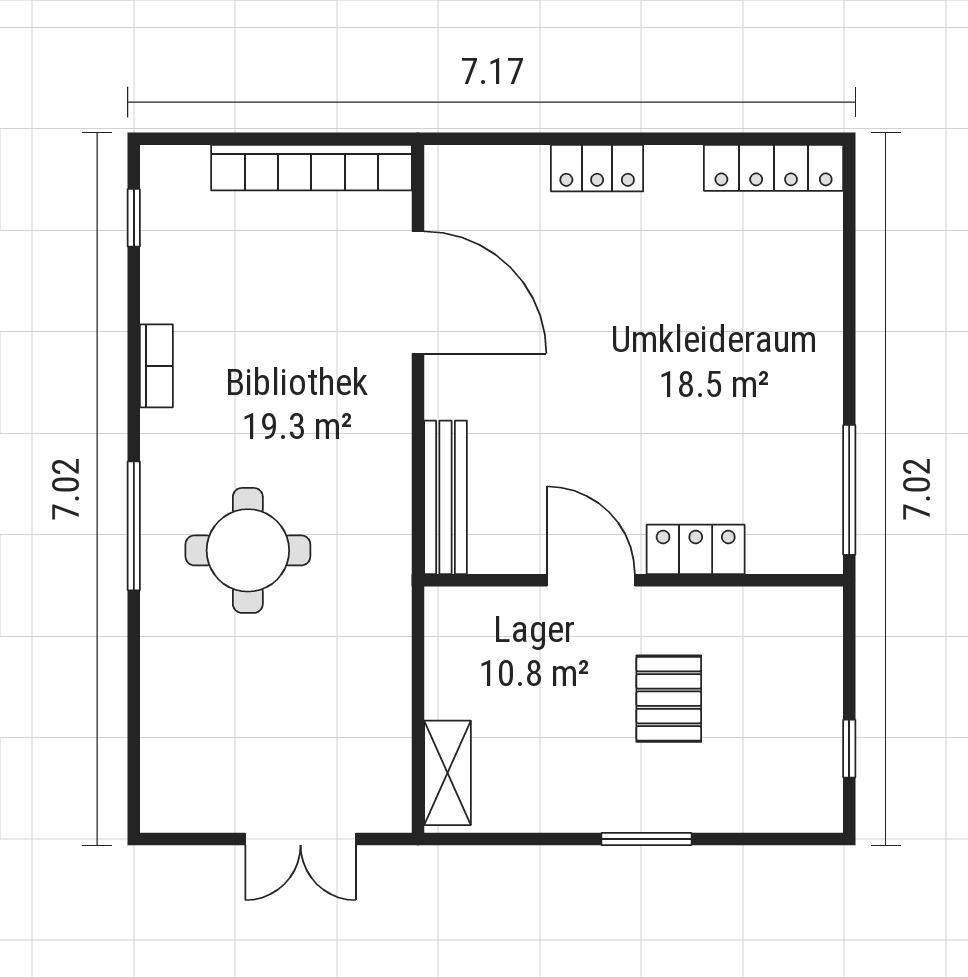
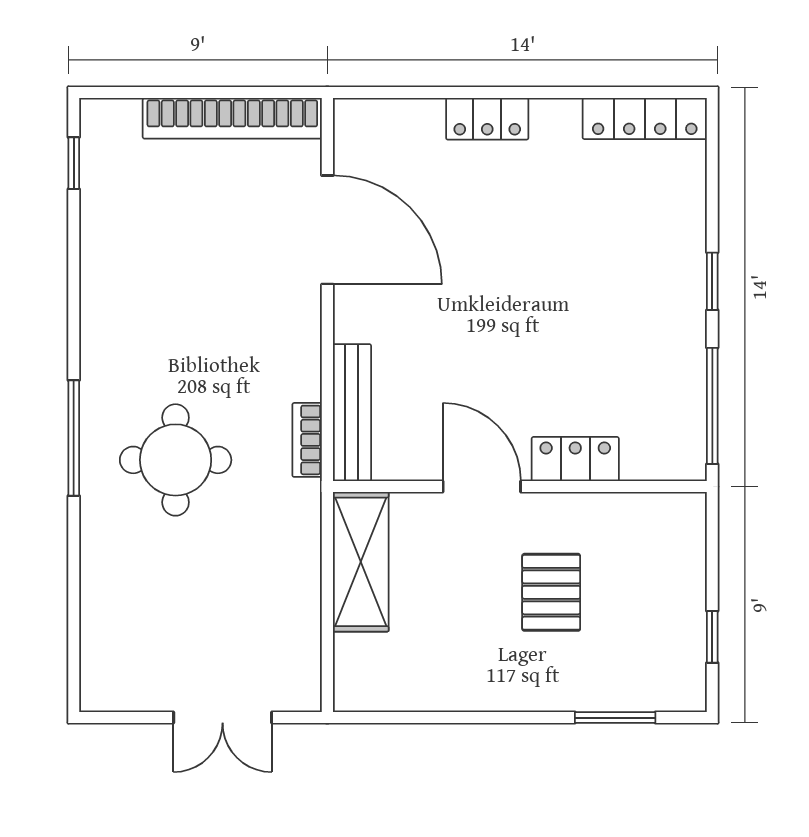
window: (849, 350) -> (712, 281), added
bookcase: (156, 366) -> (307, 440), moved, turned 180
shelving: (447, 773) -> (361, 562), moved, width x1.50, depth x1.33
window: (647, 839) -> (615, 718), moved

